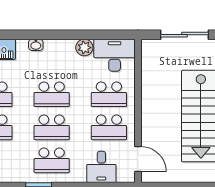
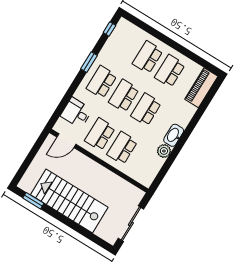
washbasin: (36, 45) -> (174, 135), moved, width x1.91, depth x1.45
desk: (115, 55) -> (146, 168), removed

